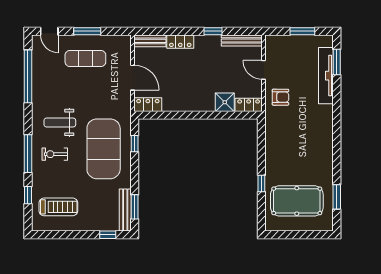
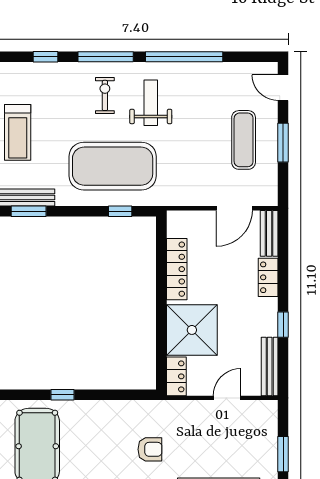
door: (49, 31) -> (283, 88), hinge flipped
window: (28, 76) -> (184, 57), moved
door: (133, 78) -> (234, 208), moved
armchair: (280, 97) -> (150, 449), moved, turned -90
shower: (225, 102) -> (192, 330), width x1.86, depth x1.86
locker: (148, 105) -> (177, 269), moved, width x1.53
treadmill: (58, 207) -> (18, 132), moved

